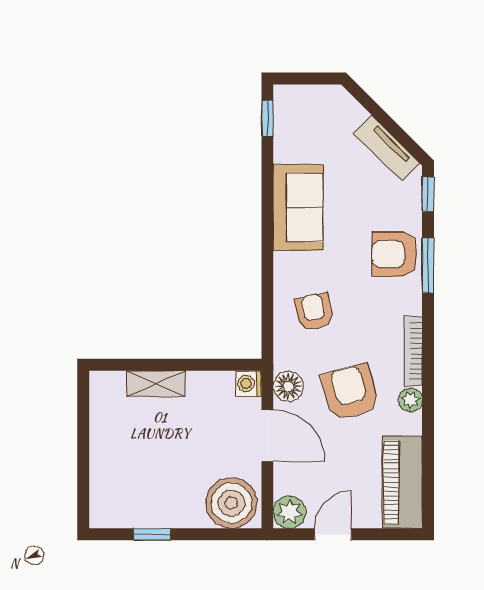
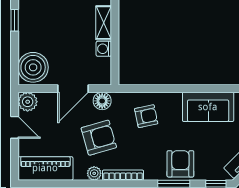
washing machine: (249, 384) -> (104, 49), moved, turned -90

